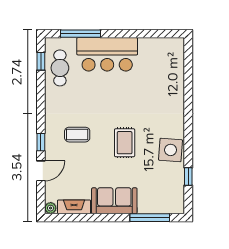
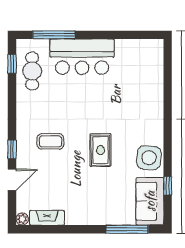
sofa: (114, 201) -> (150, 201), moved, turned -90

